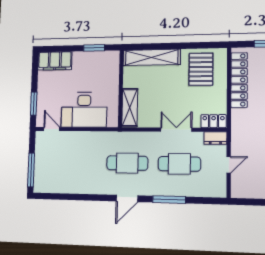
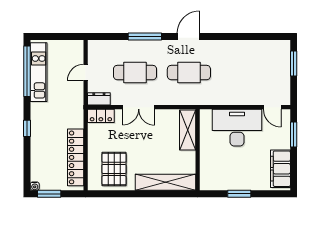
window: (94, 48) -> (239, 194), moved
filing cabinet: (55, 61) -> (280, 169), moved, turned -90
window: (31, 170) -> (294, 64), width x0.69

